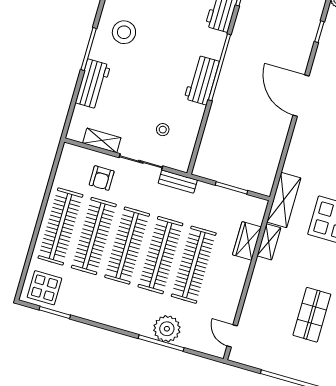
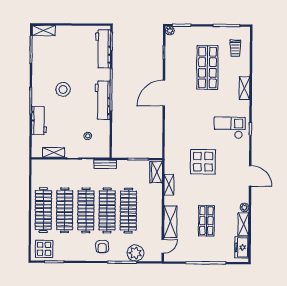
stool: (124, 32) -> (63, 89), moved
workbench: (202, 80) -> (103, 100), width x1.38
door: (301, 96) -> (164, 93), hinge flipped
armchair: (102, 178) -> (102, 247), moved
shelving: (284, 200) -> (170, 222), moved
wardrobe: (247, 241) -> (156, 172), moved
plant: (167, 329) -> (135, 253), moved
door: (232, 336) -> (163, 246), swing flipped

